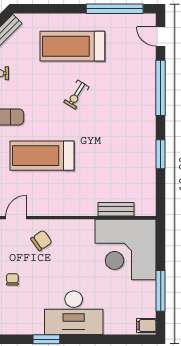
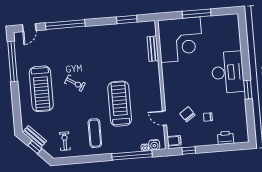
window: (161, 154) -> (127, 19), moved
treadmill: (42, 156) -> (120, 104), turned 180
chair: (41, 240) -> (187, 114), moved
window: (161, 291) -> (197, 14), moved
filing cabinet: (146, 325) -> (232, 21), removed

